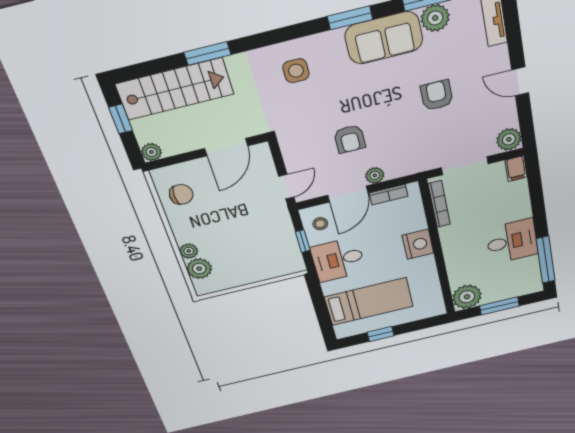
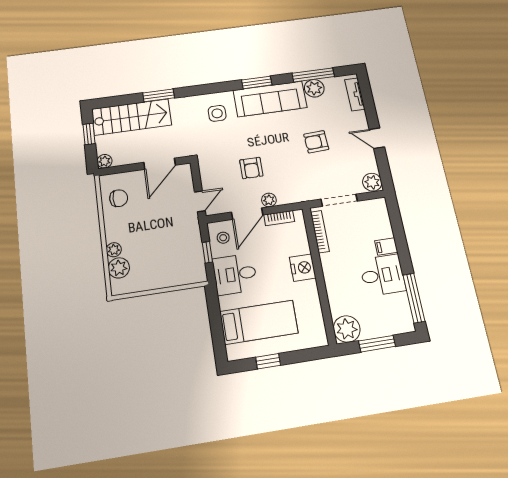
sofa: (384, 38) -> (270, 99), width x1.36
armchair: (437, 95) -> (316, 142), turned -93
filing cabinet: (516, 169) -> (386, 246), moved, turned 90

